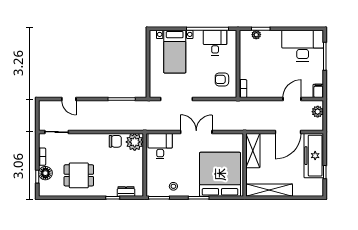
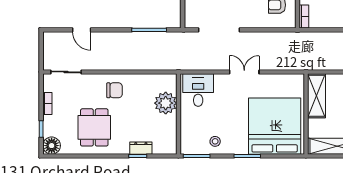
double door: (196, 132) -> (244, 72), width x0.73
chair: (115, 141) -> (114, 90), moved
plant: (135, 142) -> (166, 103), moved
floor lamp: (45, 173) -> (52, 146), moved
dining table: (79, 175) -> (94, 127), turned 90
dresser: (126, 192) -> (141, 148), moved

